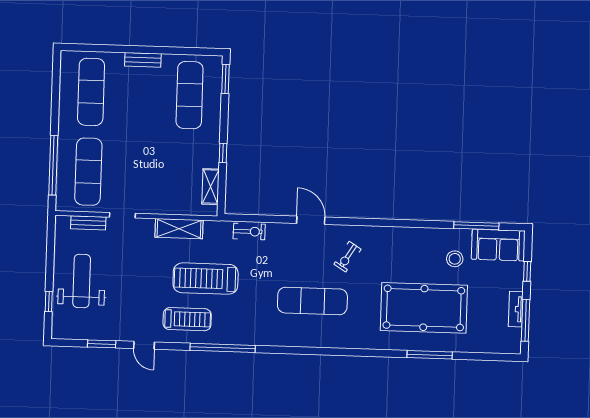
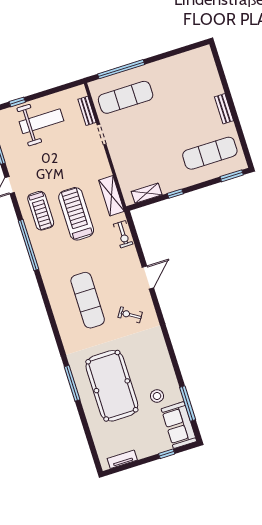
exercise mat: (91, 92) -> (186, 78), removed
shelving: (179, 229) -> (111, 196), moved
tv unit: (516, 309) -> (122, 459), moved
window: (525, 320) -> (129, 465), removed
window: (430, 355) -> (72, 383), moved

